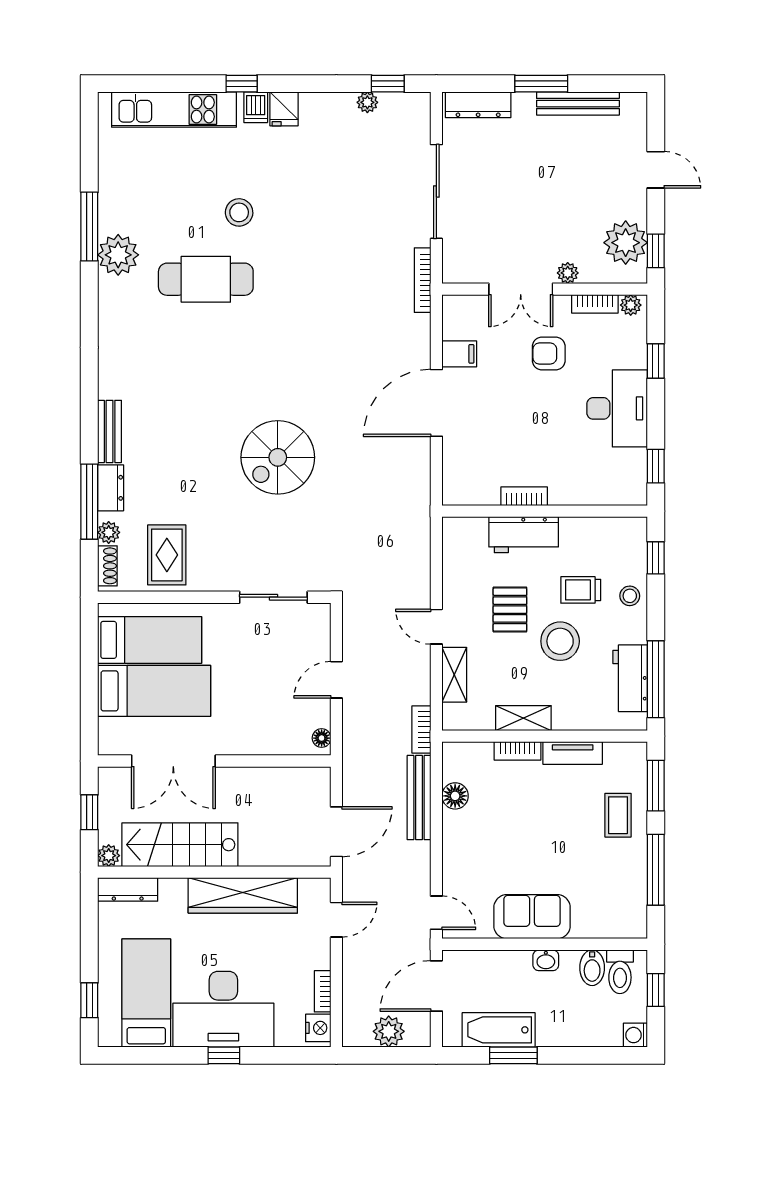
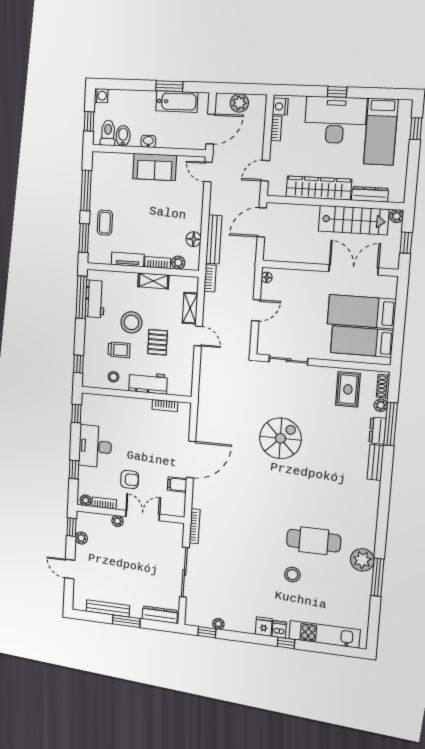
plant: (626, 243) -> (81, 538), width x0.53, depth x0.53
bookcase: (524, 496) -> (165, 406), moved
stool: (630, 596) -> (113, 377), moved
plant: (480, 753) -> (178, 263), added
dresser: (128, 889) -> (370, 194), moved

